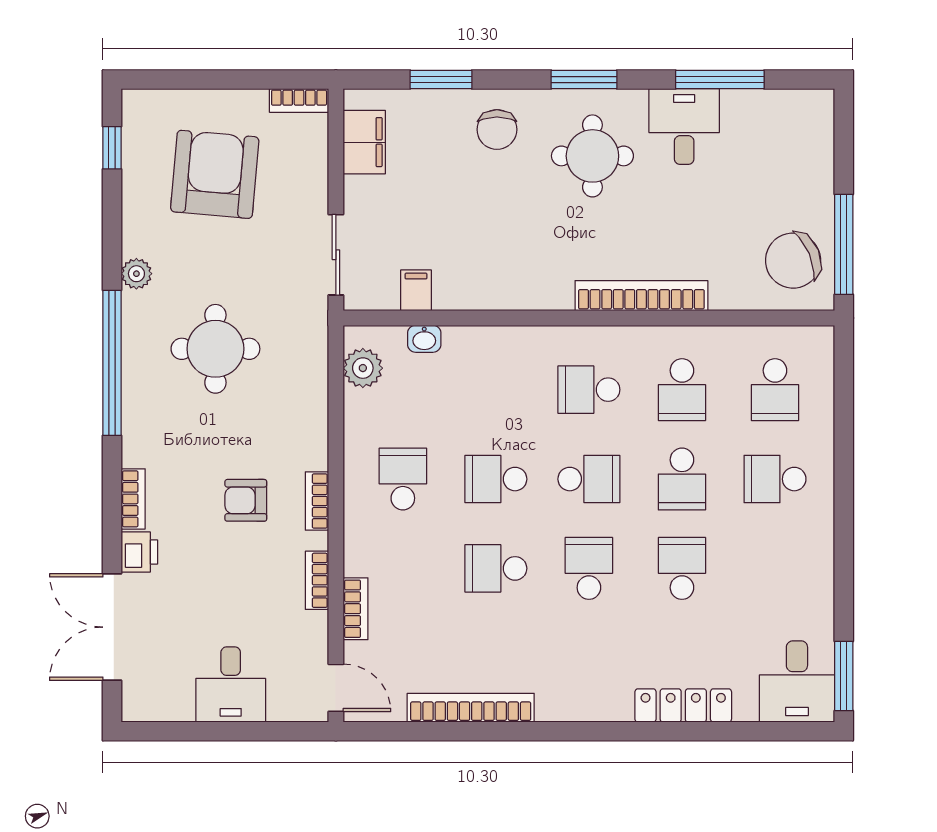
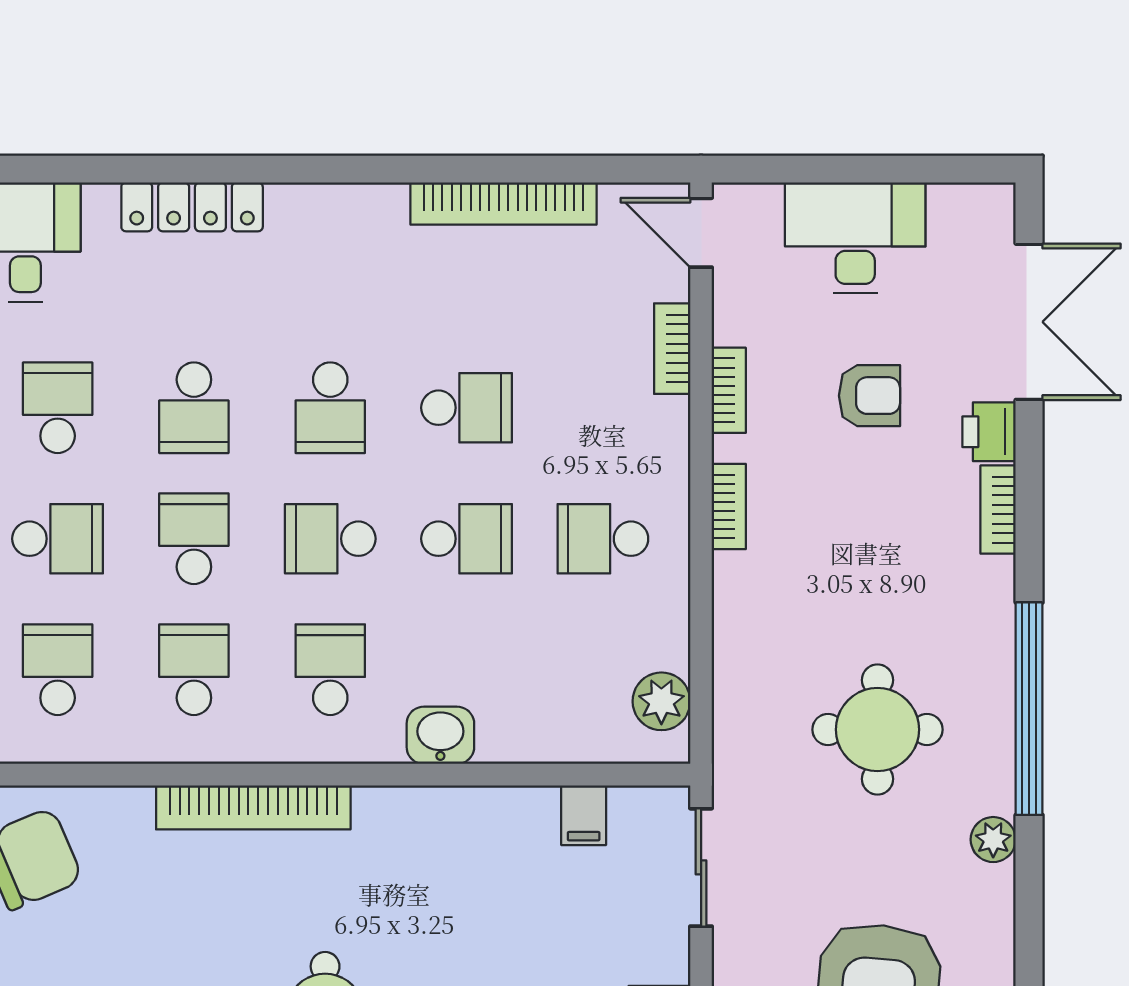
washbasin: (424, 339) -> (440, 735), moved, width x1.38, depth x1.45
school desk: (589, 390) -> (330, 670), turned -90
school desk: (403, 479) -> (603, 539), turned 90
armchair: (246, 500) -> (869, 396), moved
school desk: (775, 568) -> (58, 408), added
desk: (231, 684) -> (855, 238), width x1.37

